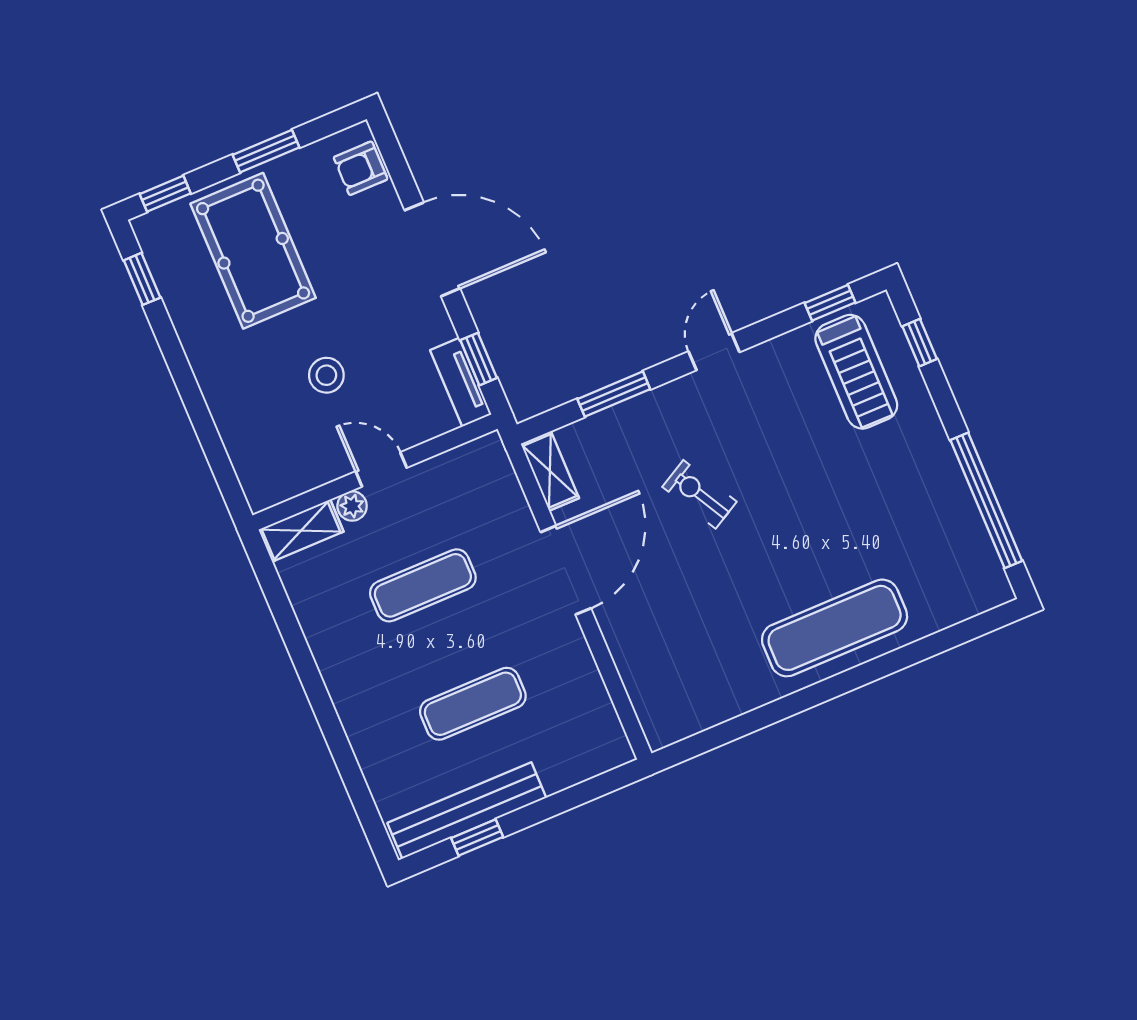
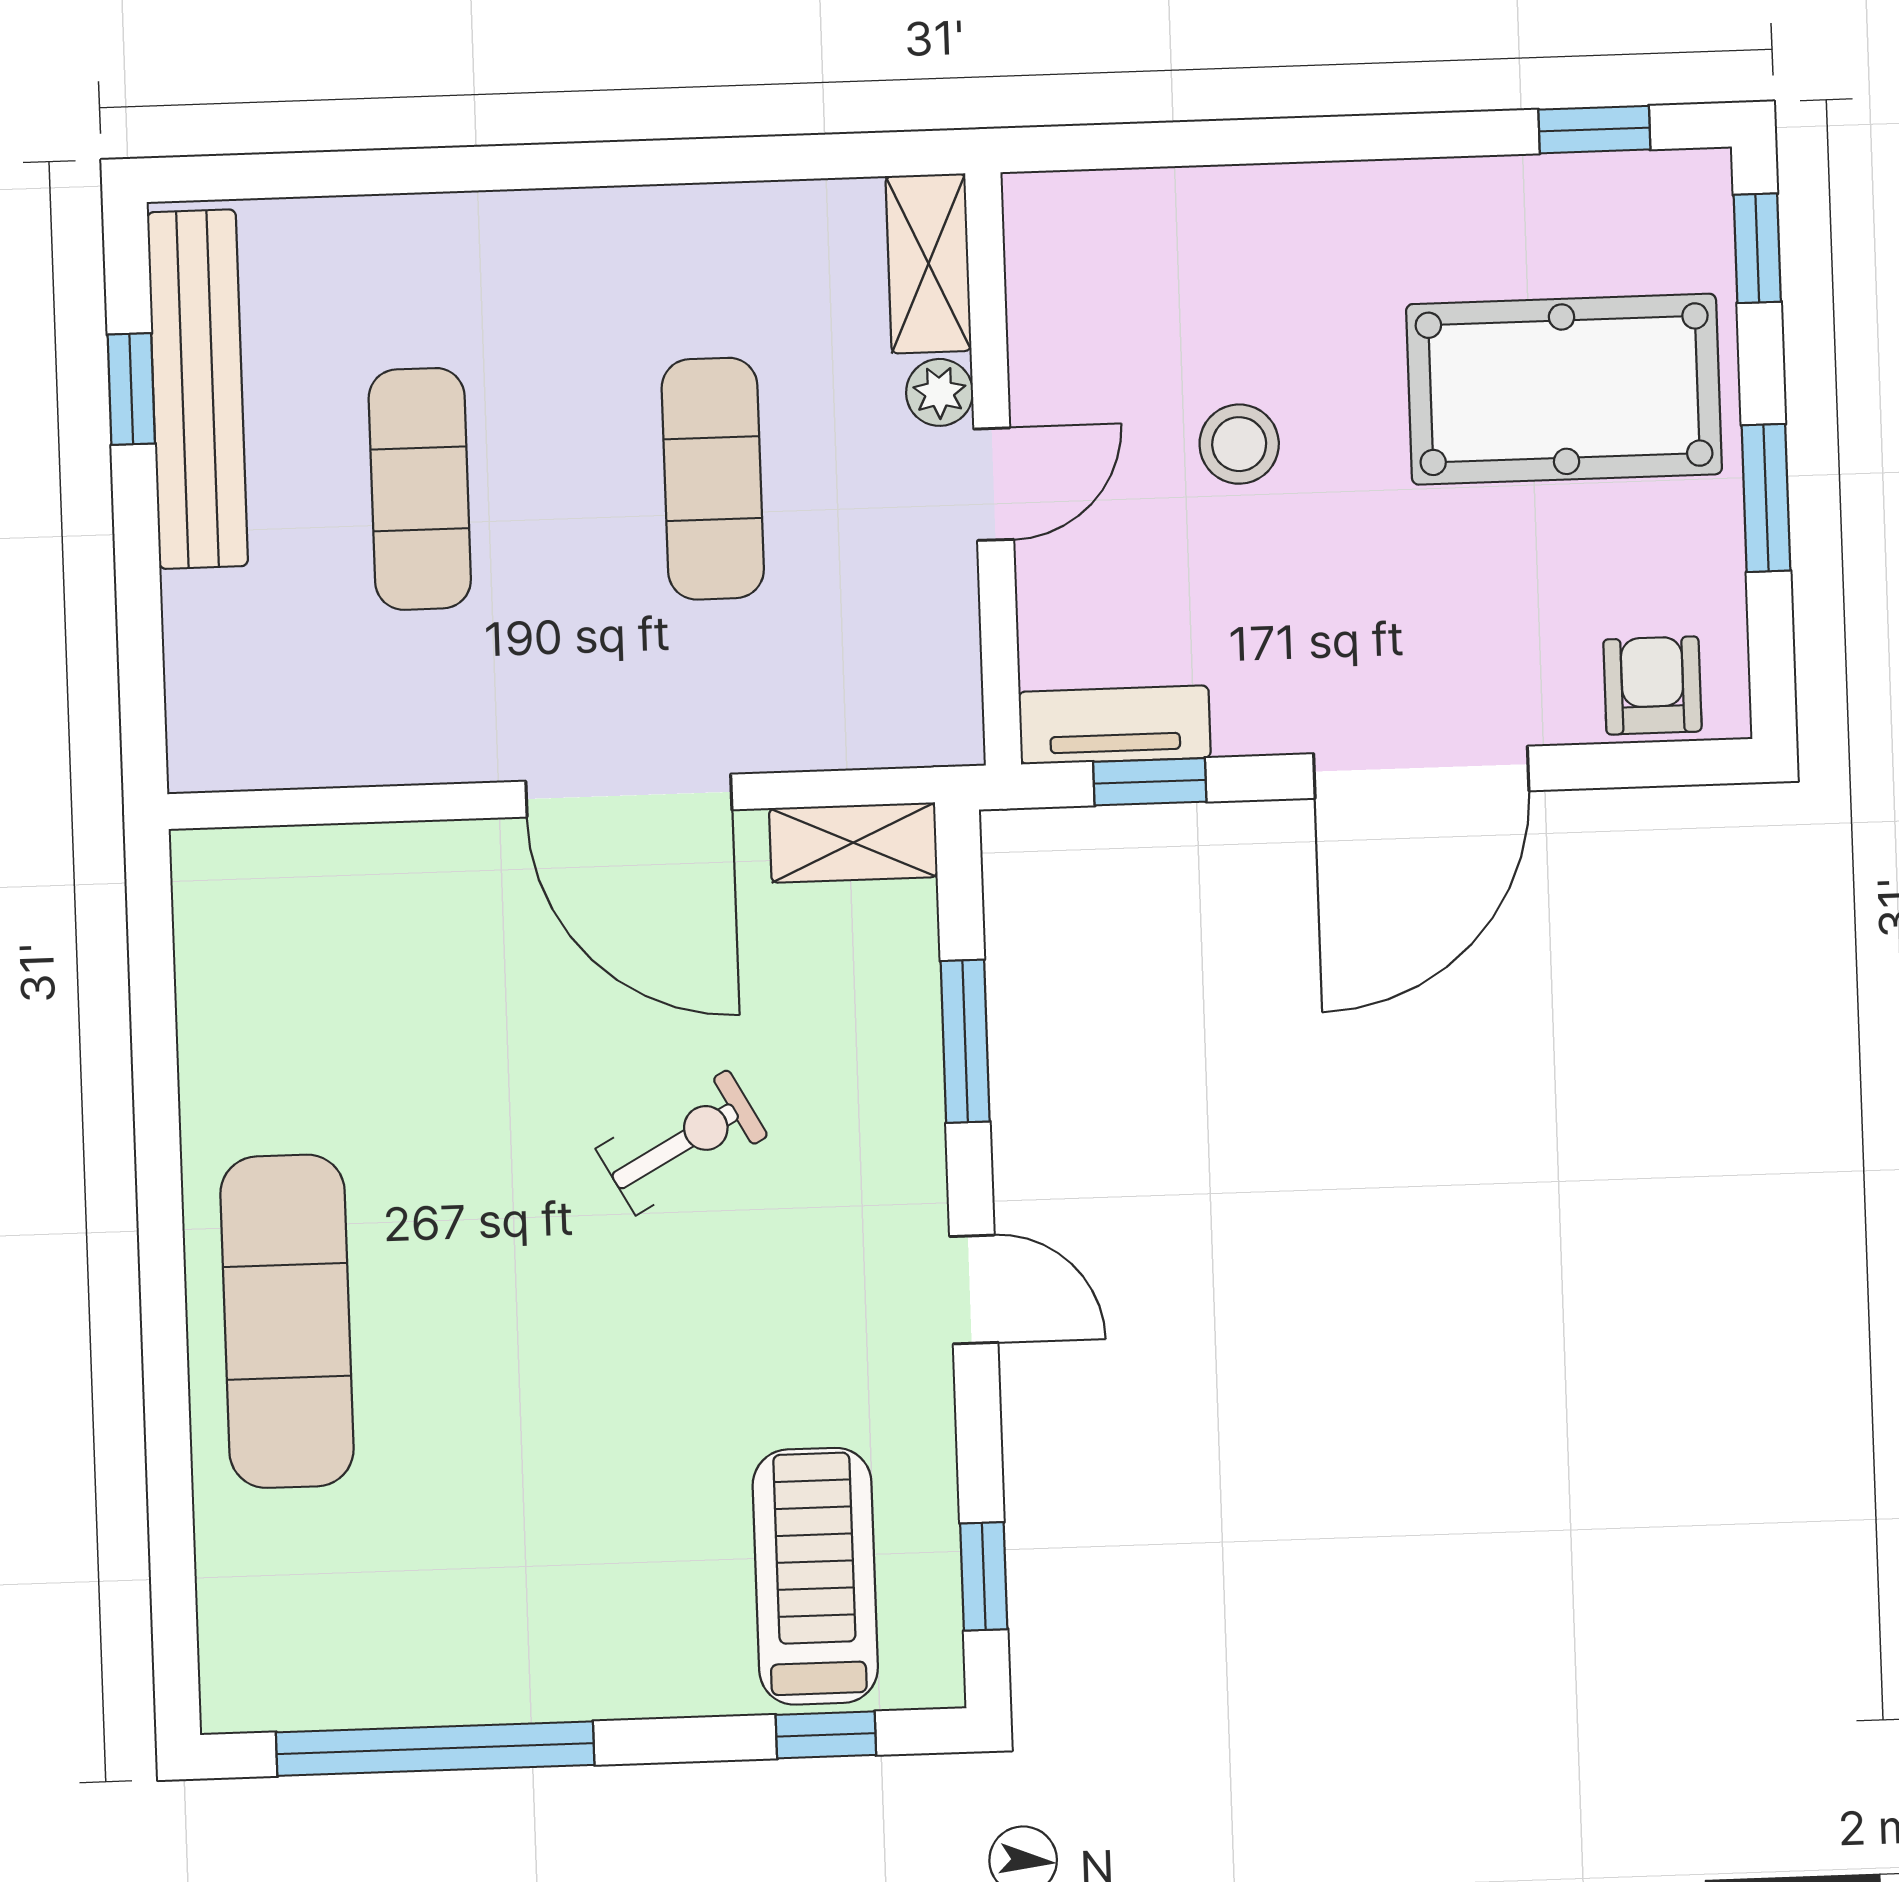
treadmill: (856, 372) -> (815, 1576), turned 90

